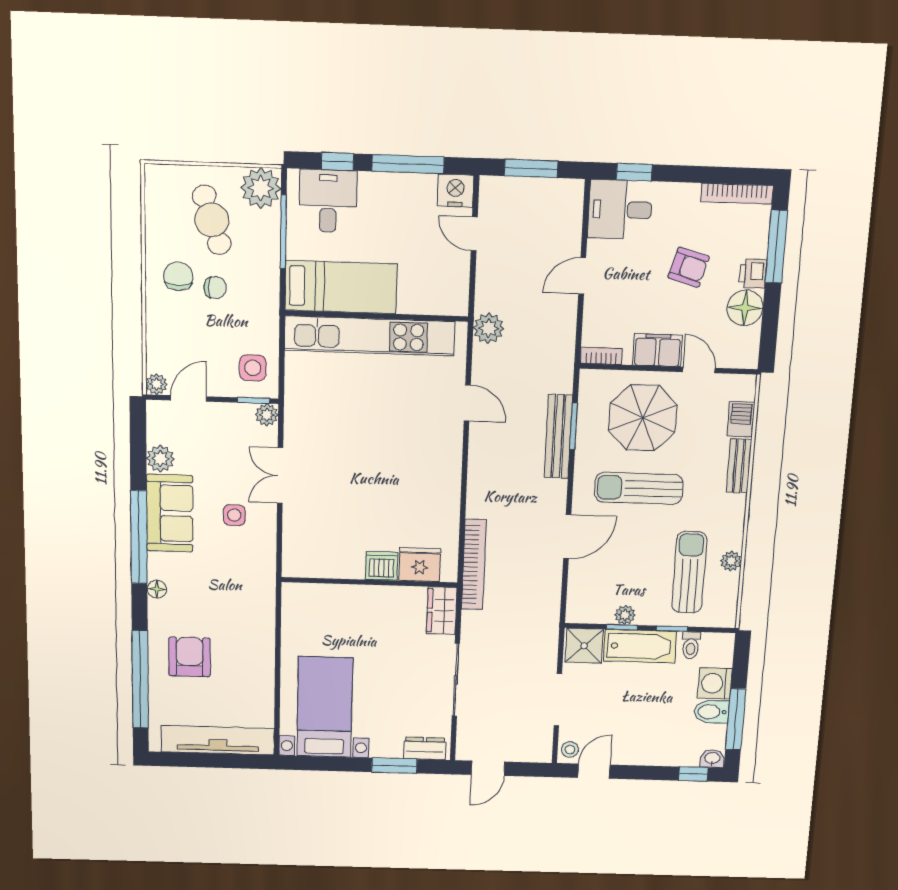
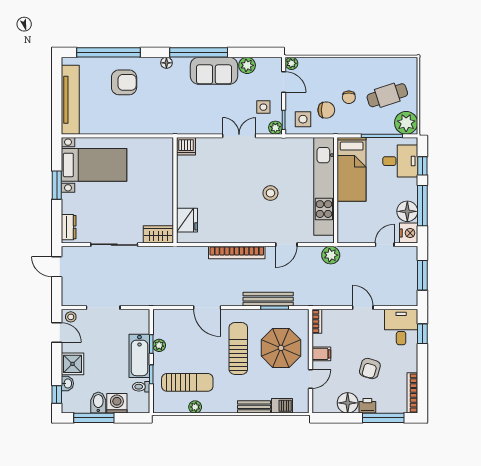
floor lamp: (417, 191) -> (407, 211), added
chair: (178, 276) -> (326, 110), moved
filing cabinet: (657, 350) -> (321, 354), width x0.50
stool: (378, 427) -> (270, 193), added
side table: (234, 515) -> (263, 107), moved
bookcase: (474, 565) -> (237, 253), moved
dishwasher: (382, 566) -> (186, 146), moved, turned 90
shower: (584, 646) -> (73, 364), moved
washbasin: (712, 759) -> (67, 383), moved
window: (394, 766) -> (57, 185), moved

